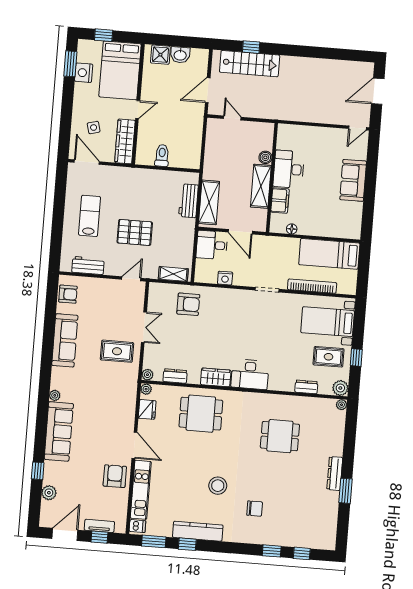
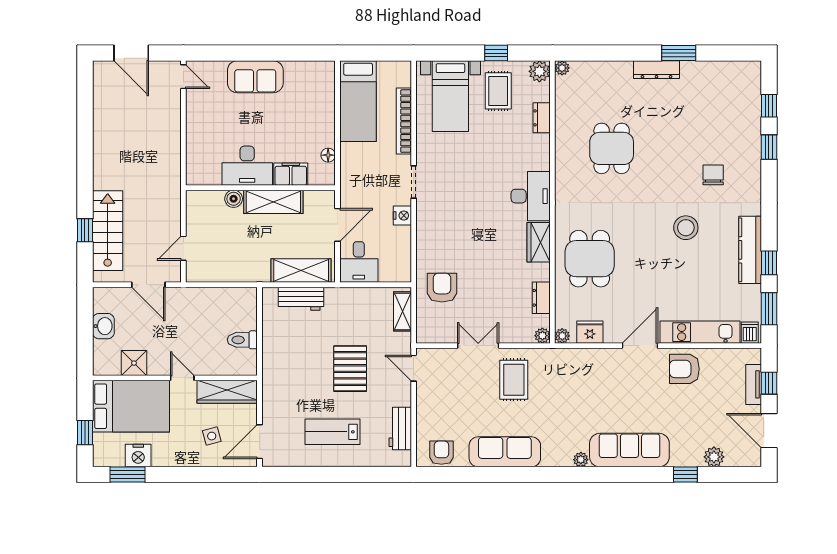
shower: (160, 55) -> (134, 363), moved
nightstand: (225, 278) -> (402, 215), moved

